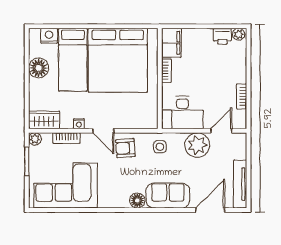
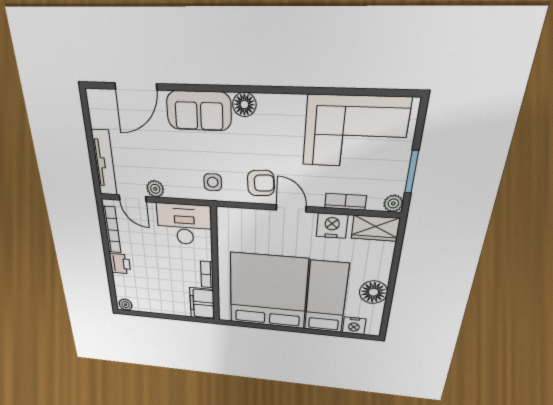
printer: (222, 36) -> (120, 264), moved, turned 90
bookcase: (242, 96) -> (112, 230), width x1.56
nightstand: (79, 124) -> (332, 226), width x1.89, depth x1.79
door: (221, 131) -> (133, 198), hinge flipped
plant: (197, 145) -> (155, 189), width x0.53, depth x0.53
tv unit: (240, 184) -> (104, 163), moved

